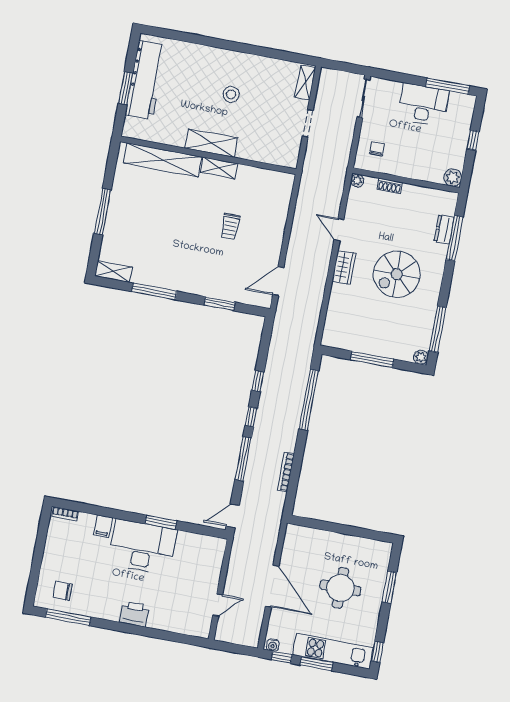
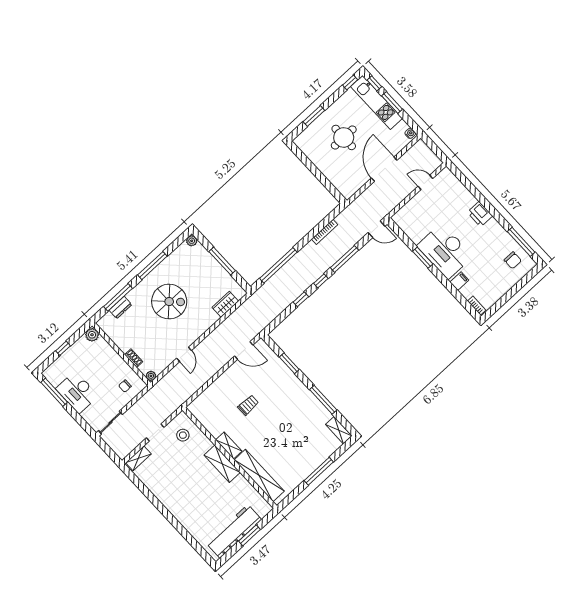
stool: (231, 94) -> (183, 435), moved
wardrobe: (344, 267) -> (225, 304), moved
window: (438, 329) -> (152, 266), moved
window: (282, 657) -> (374, 83), moved

